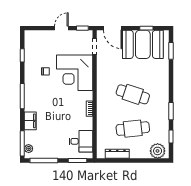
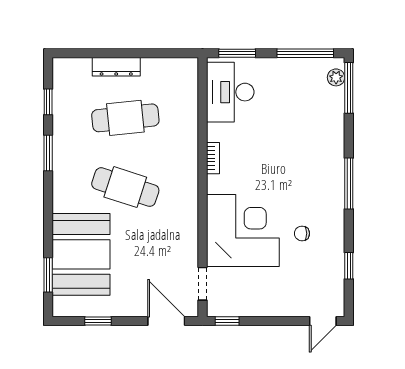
door: (61, 28) -> (323, 321), moved
booth: (143, 44) -> (81, 254), moved, turned 90
filing cabinet: (30, 121) -> (333, 133), removed
desk: (81, 141) -> (230, 92), width x1.37
plant: (158, 151) -> (75, 73), removed
dresser: (117, 154) -> (116, 67), moved

